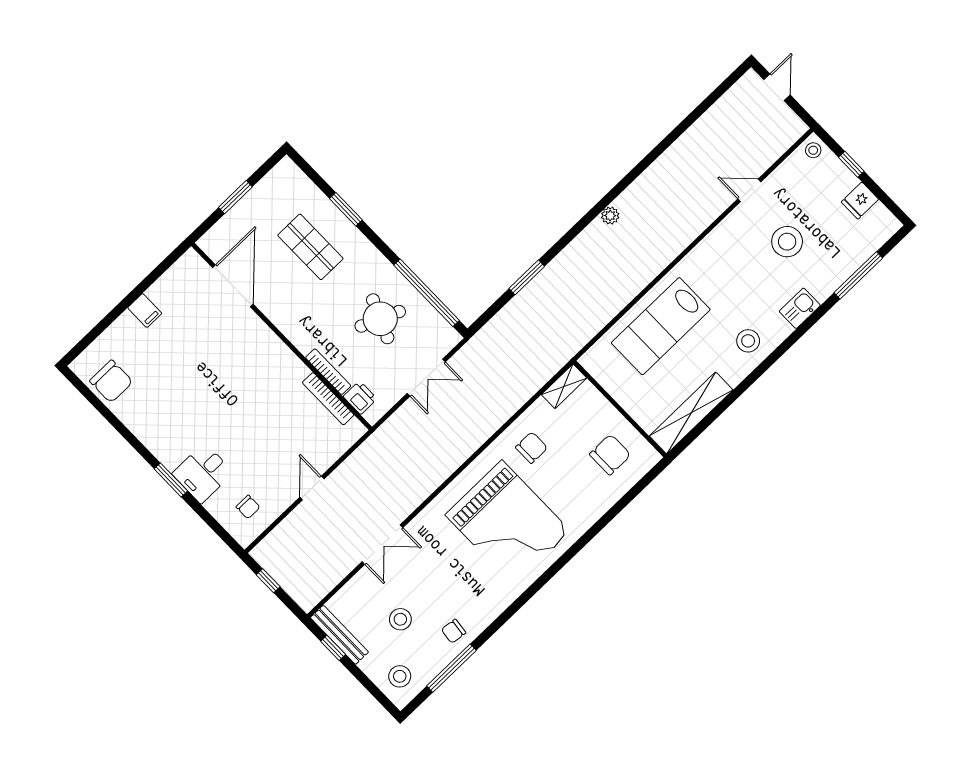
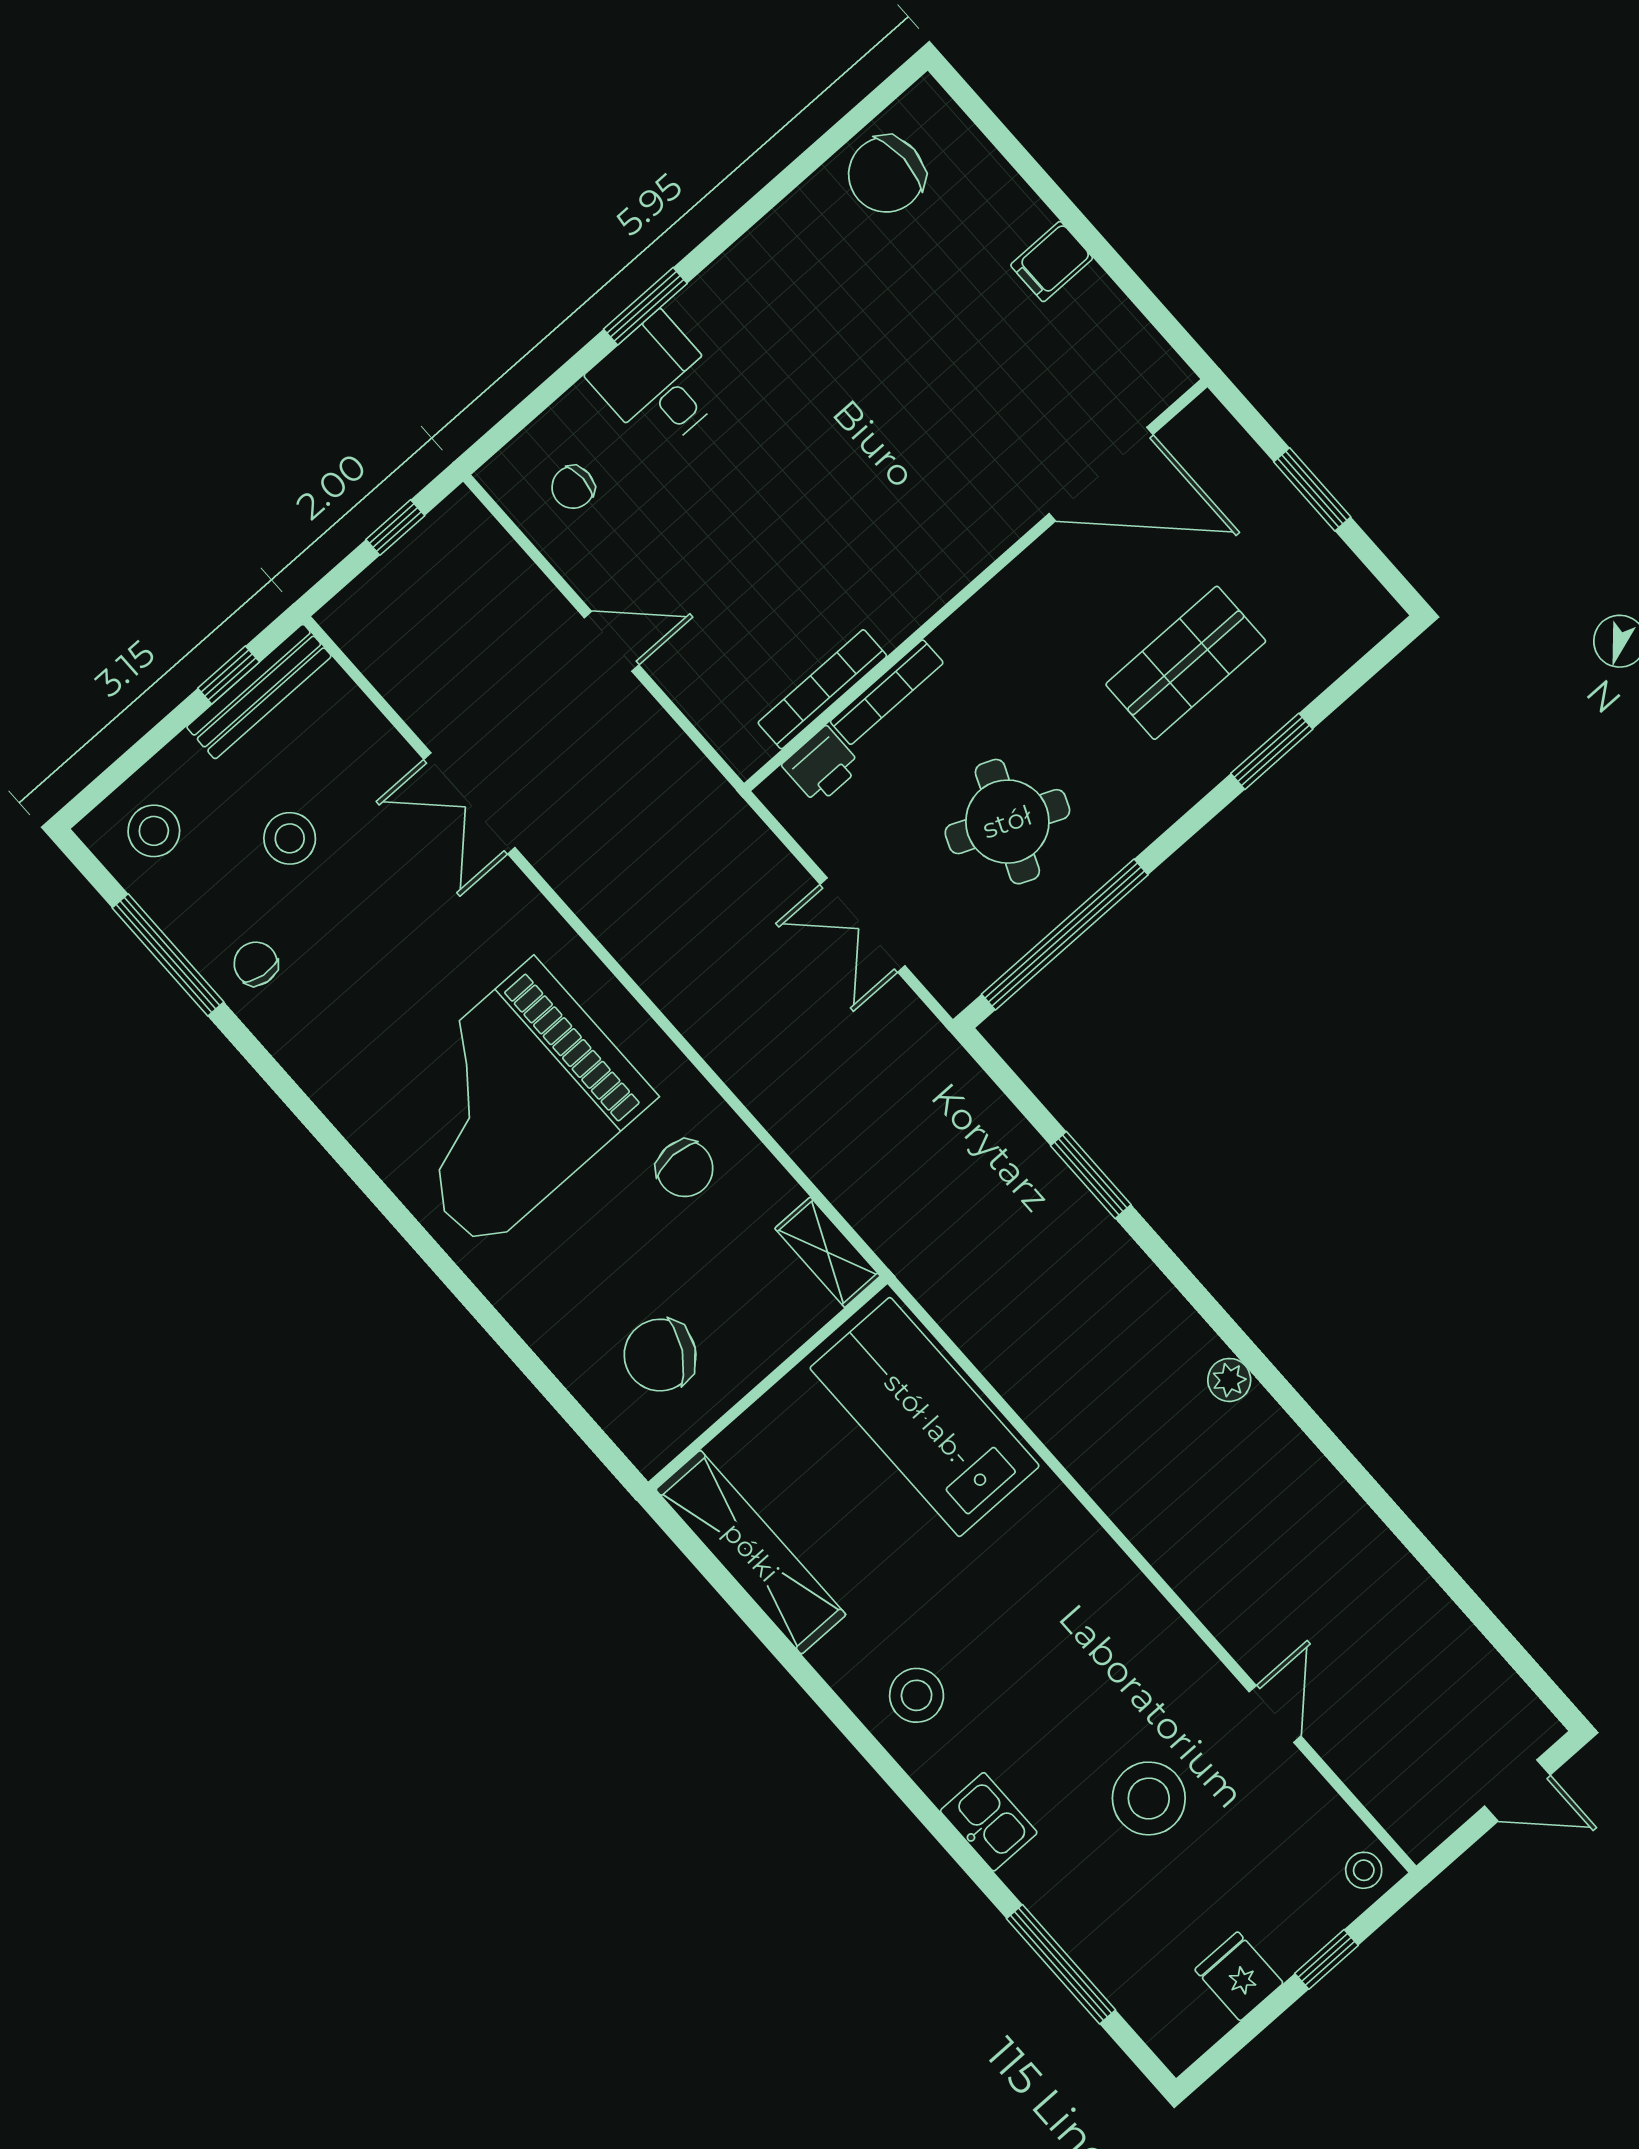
lab bench: (661, 326) -> (925, 1417), moved
chair: (610, 455) -> (660, 1355), turned 120

